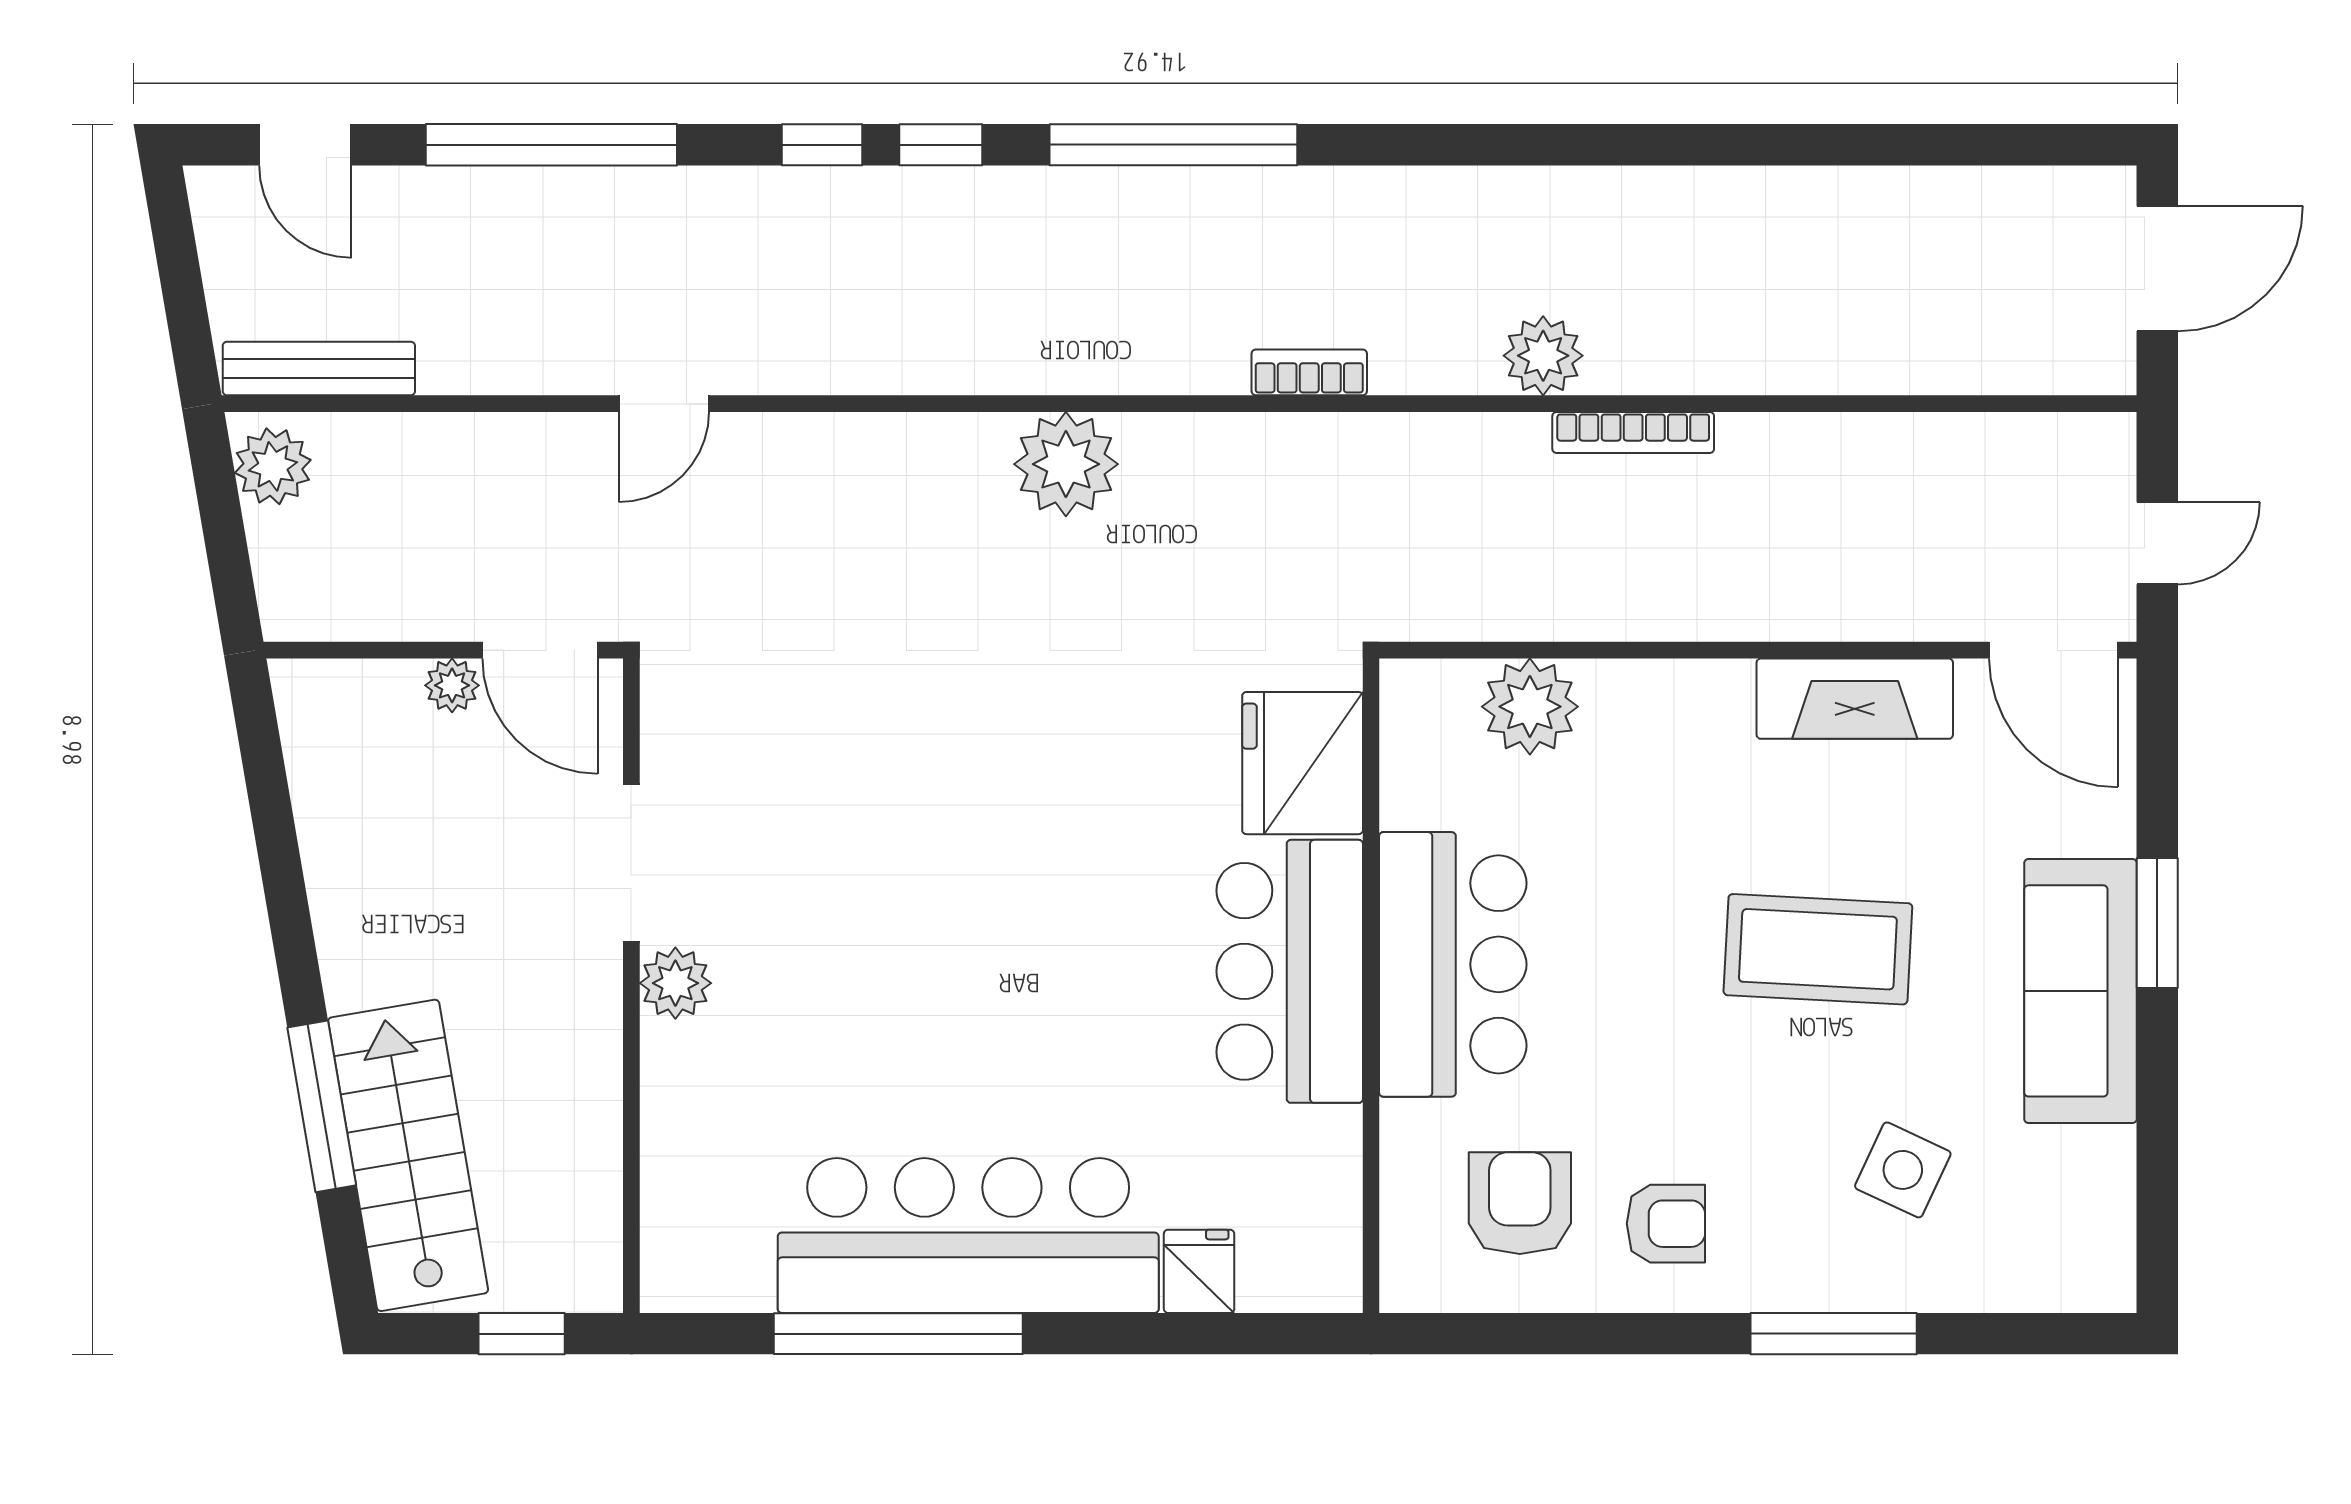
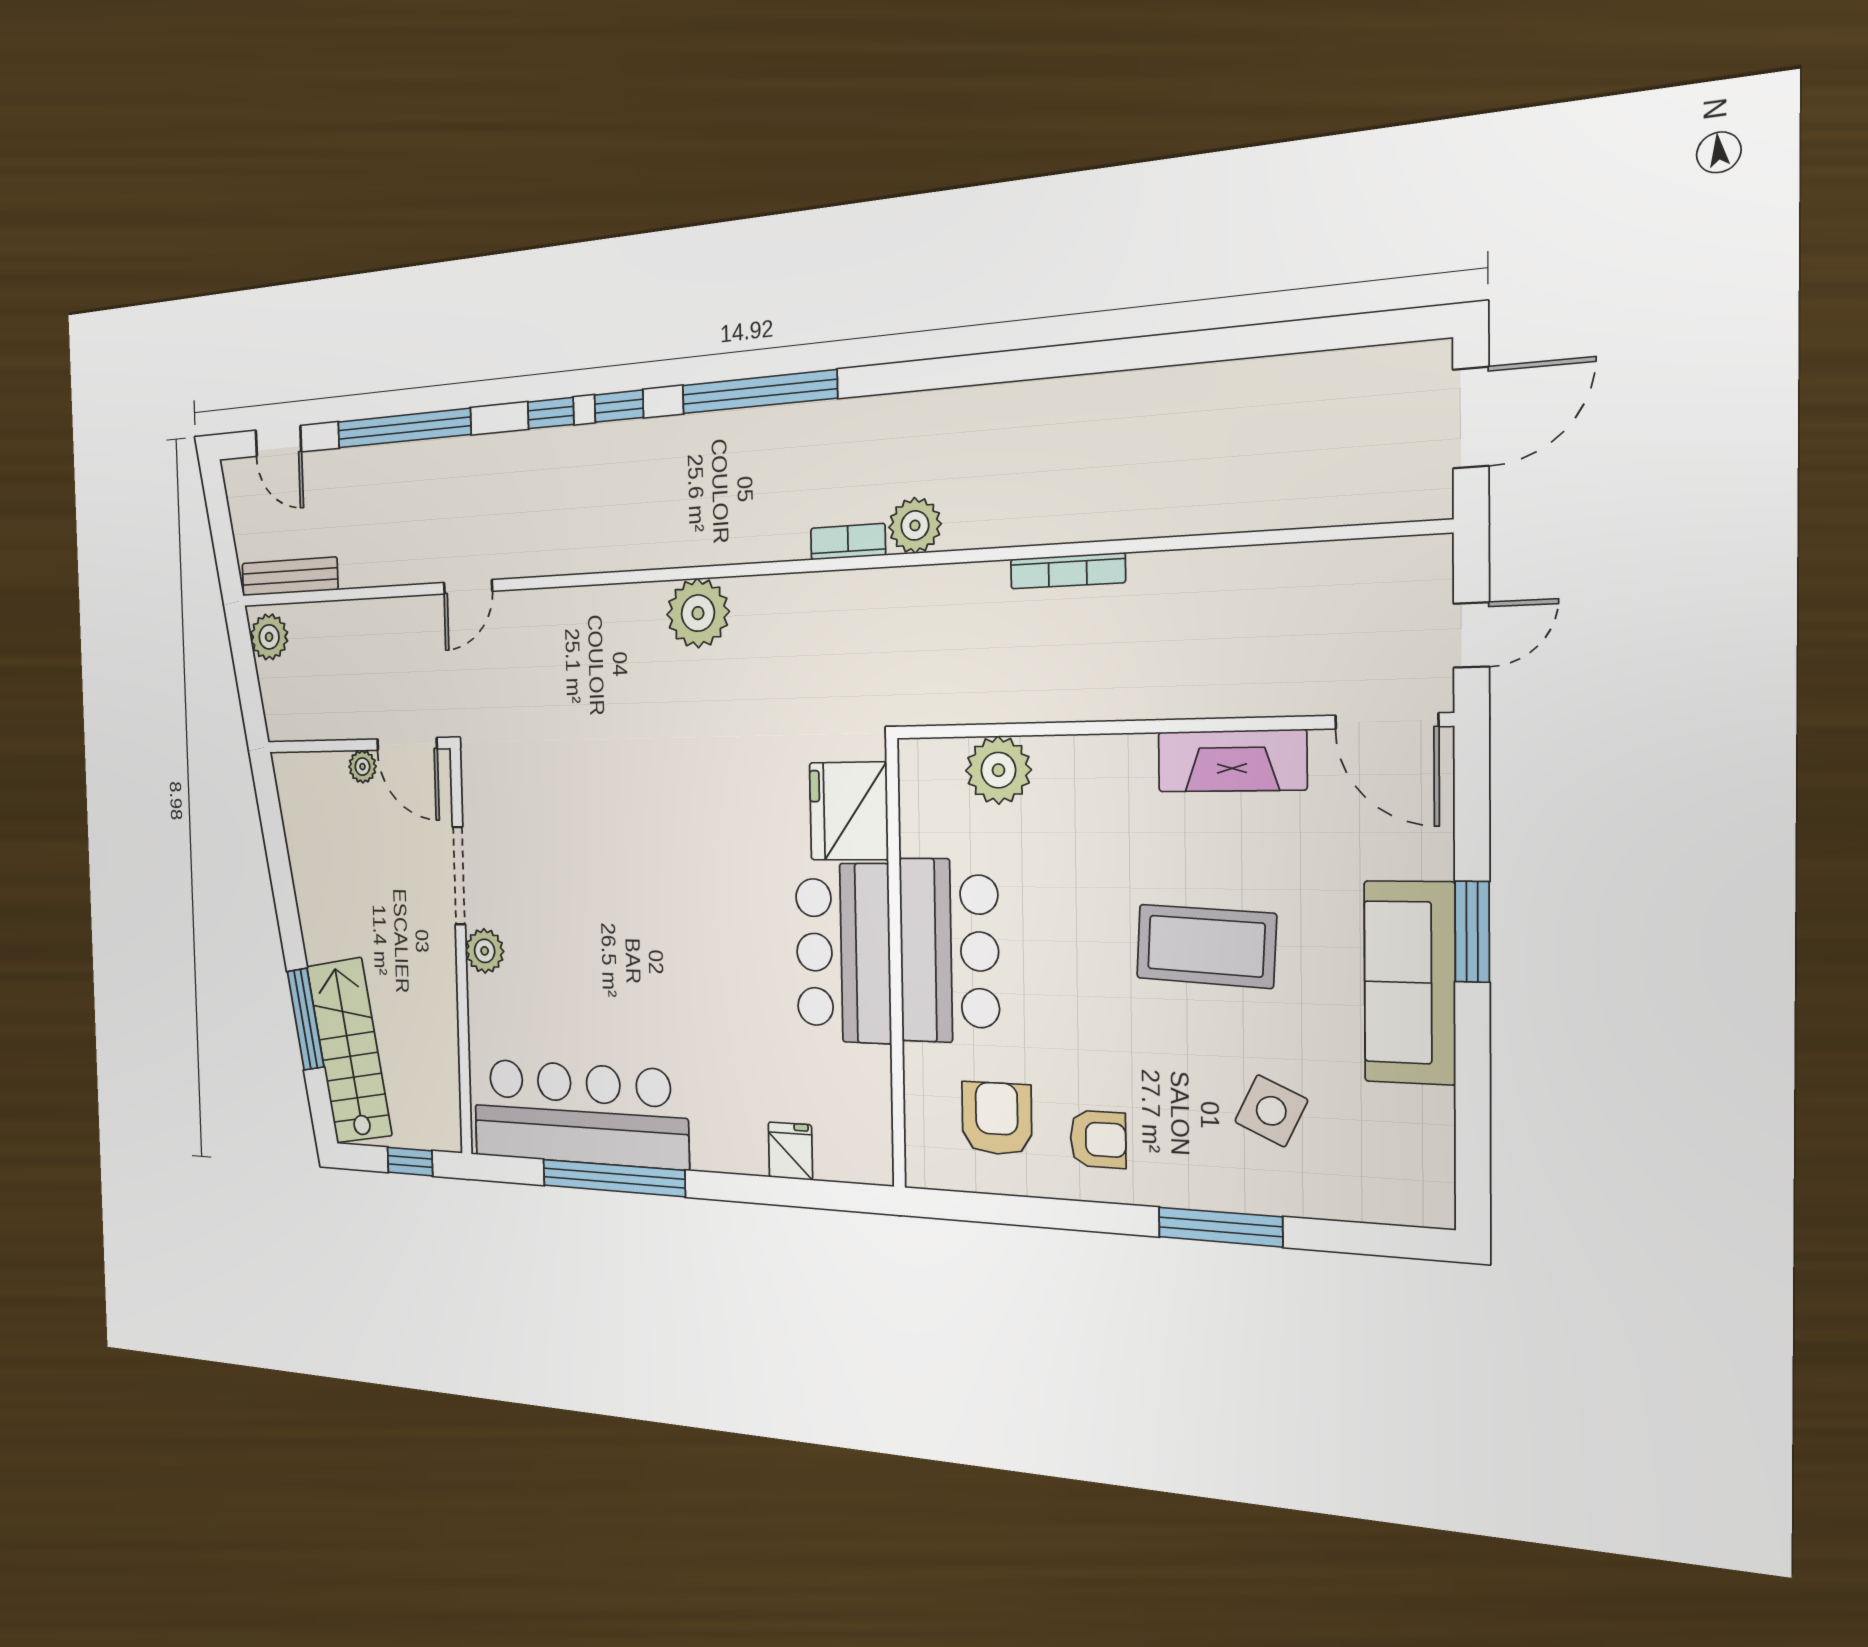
plant: (1543, 356) -> (915, 525), moved
bar counter: (968, 1236) -> (579, 1113), moved

